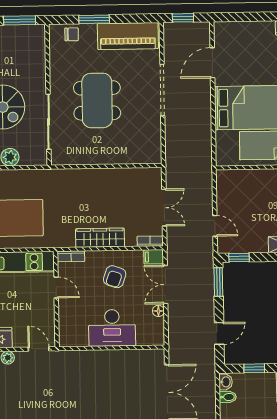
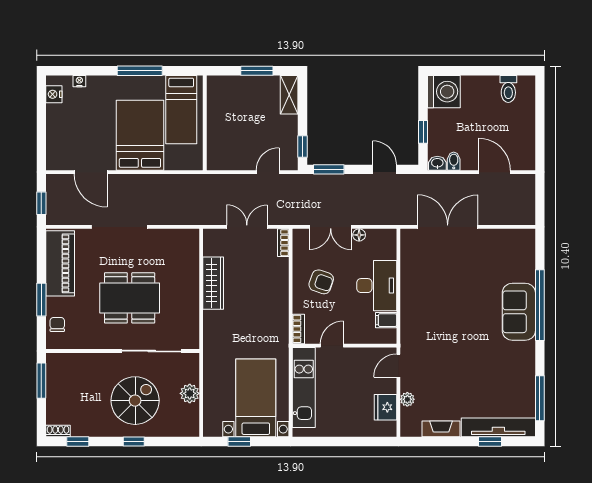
wardrobe: (100, 238) -> (213, 283), moved, turned 180
filing cabinet: (154, 257) -> (386, 320), moved, turned 90

